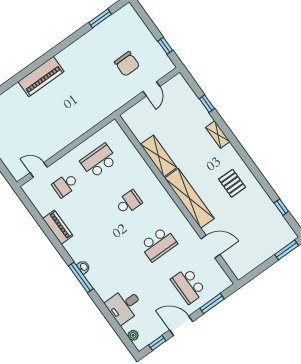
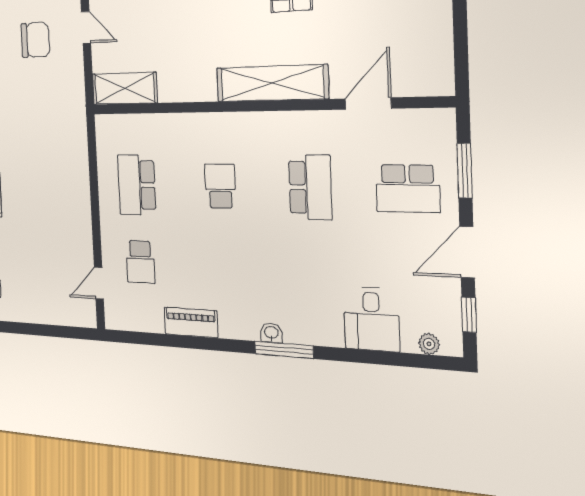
shelving: (159, 156) -> (125, 88), moved

